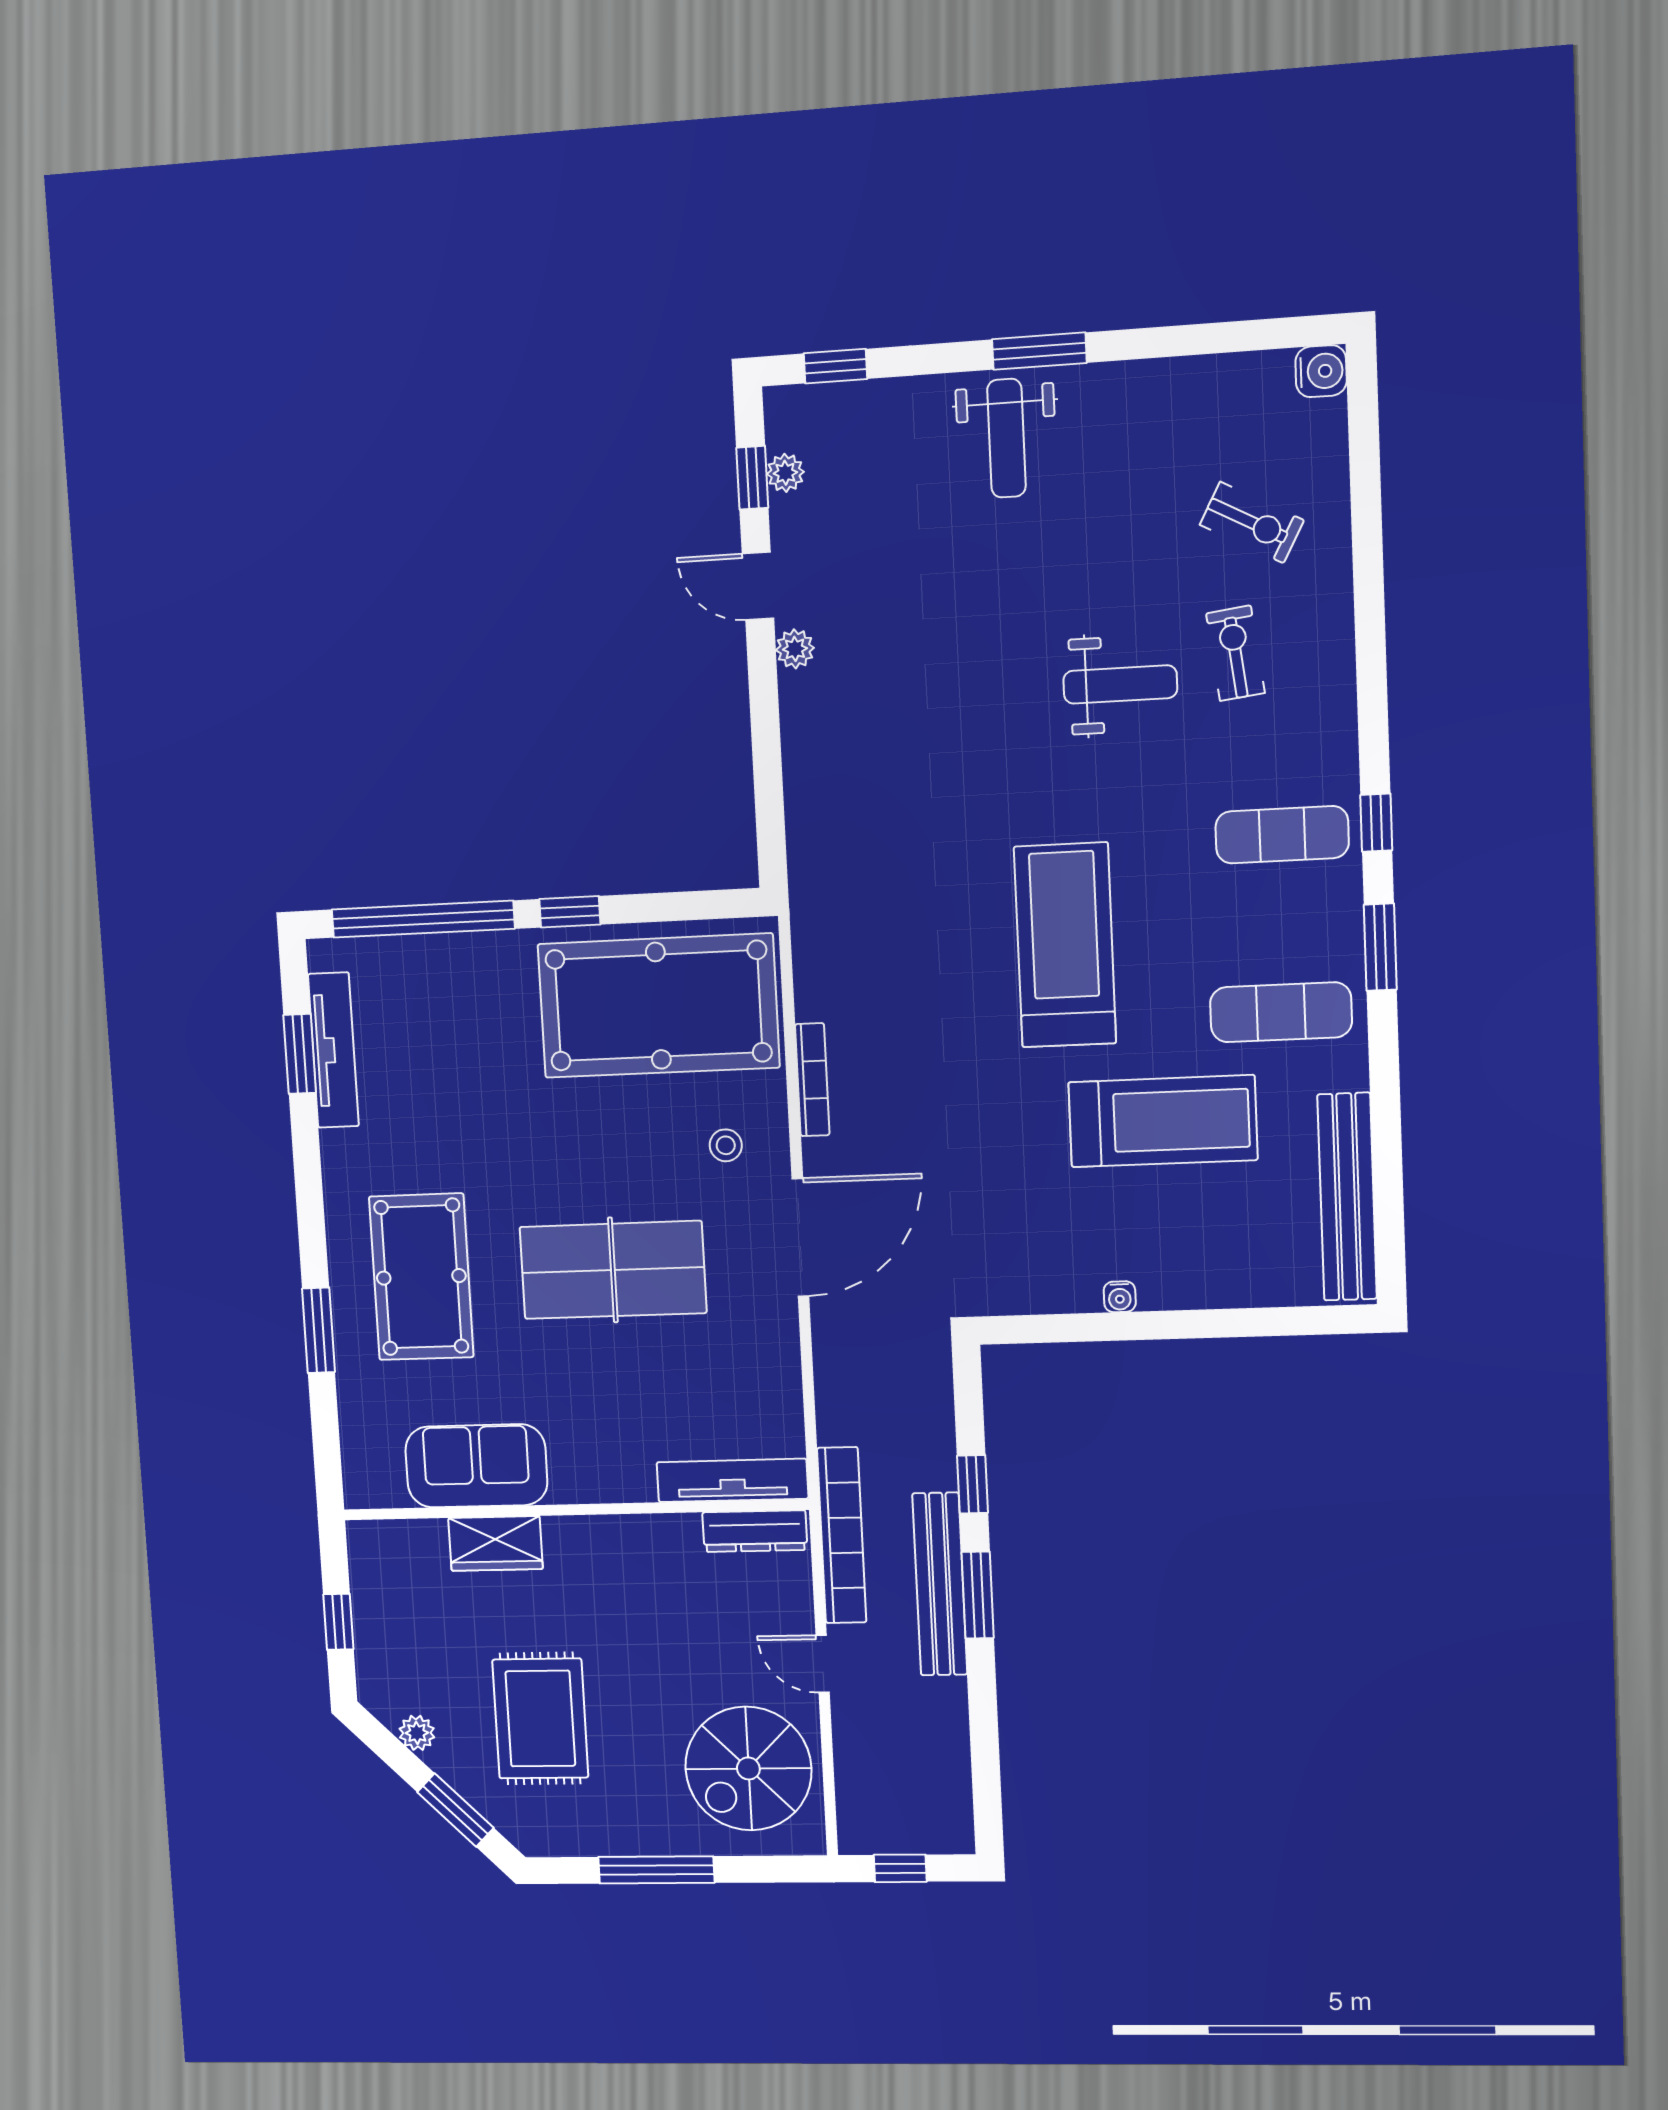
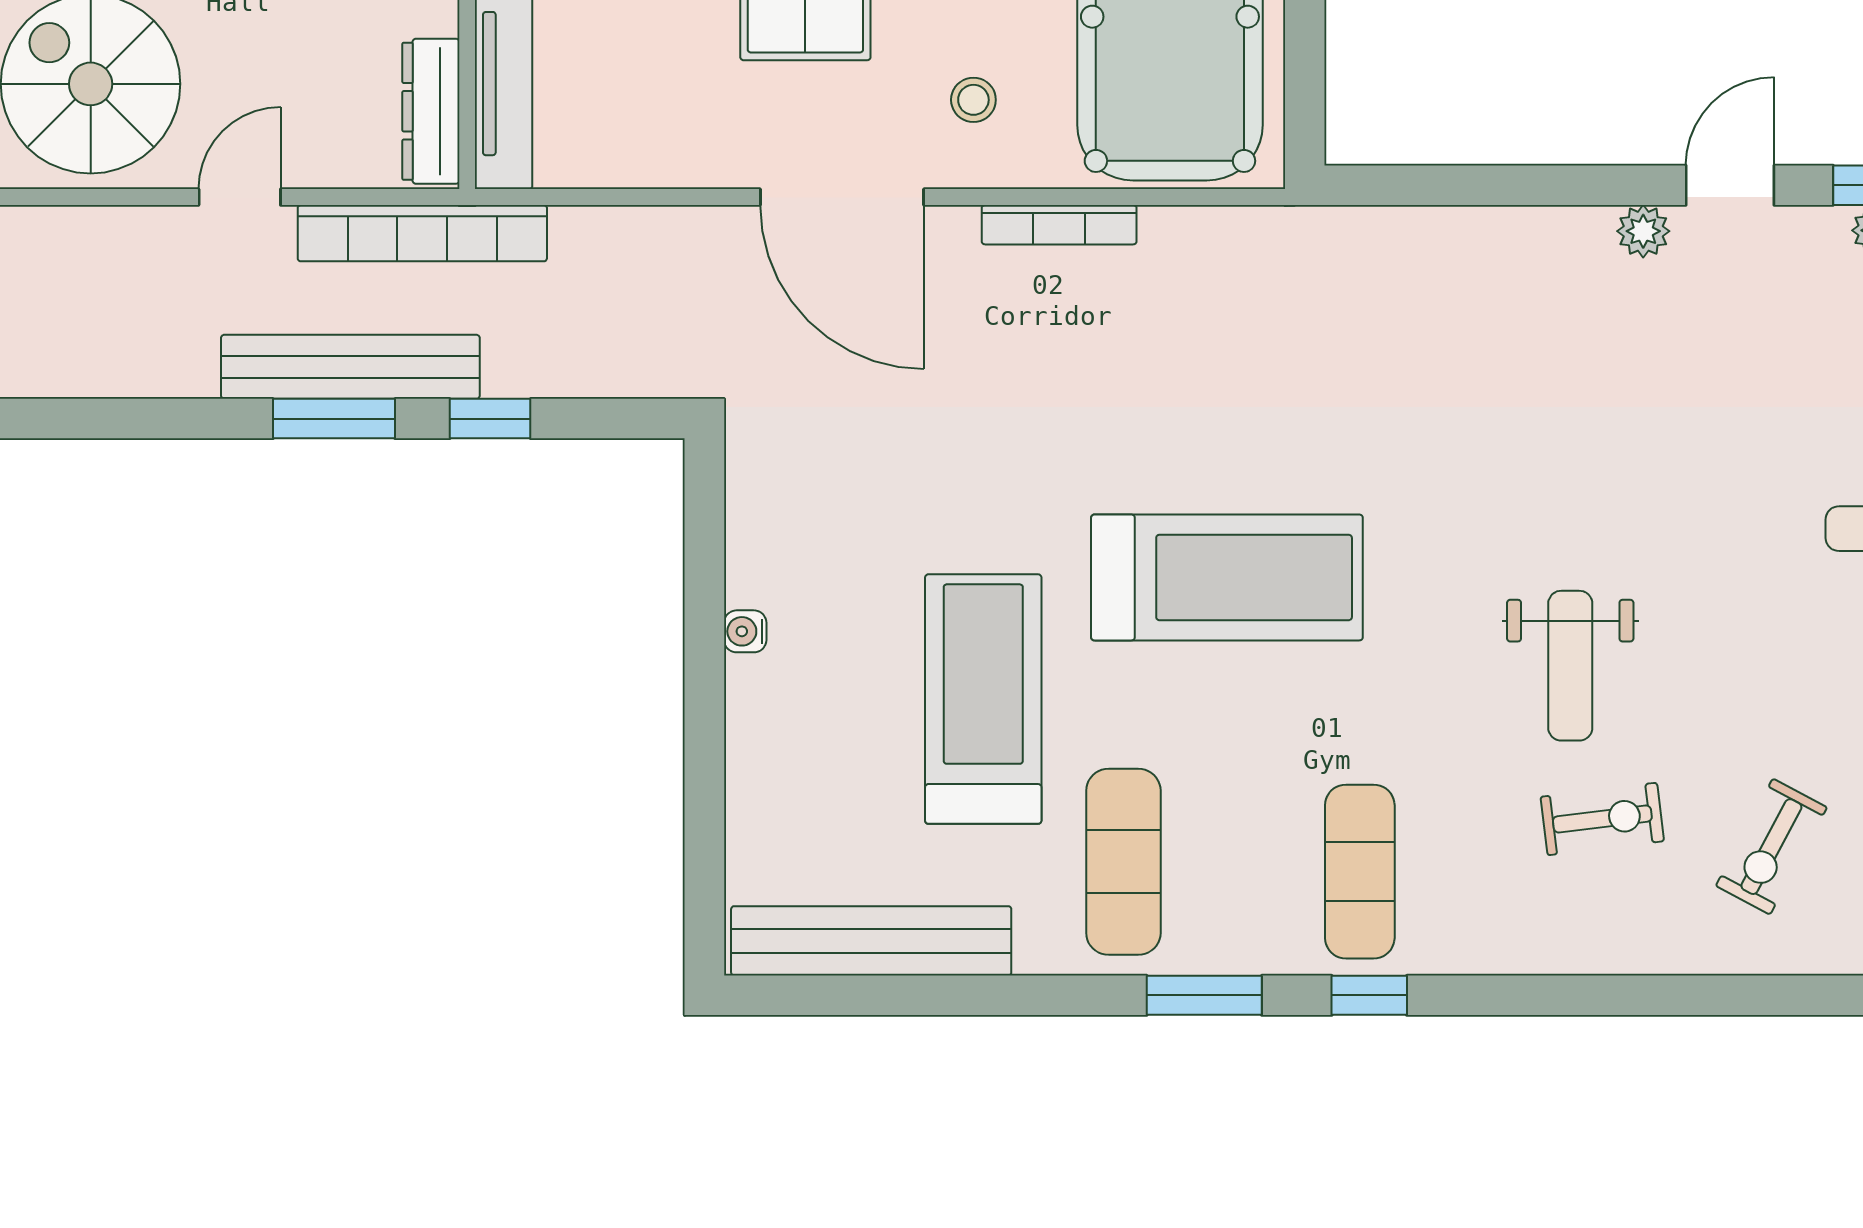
treadmill: (1163, 1121) -> (983, 699), turned 180

